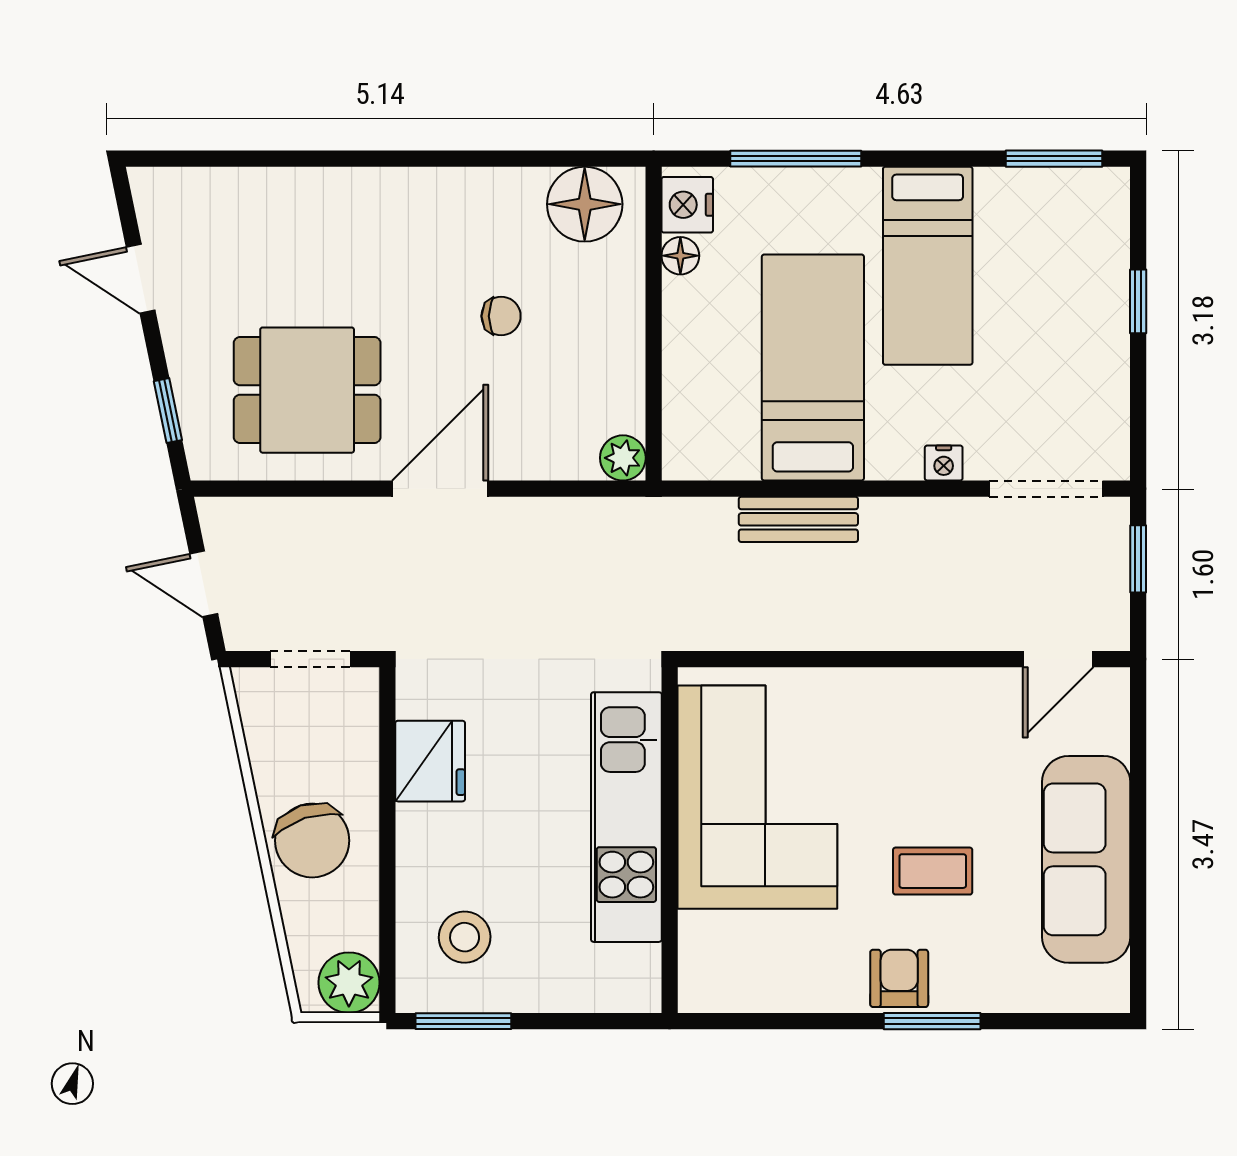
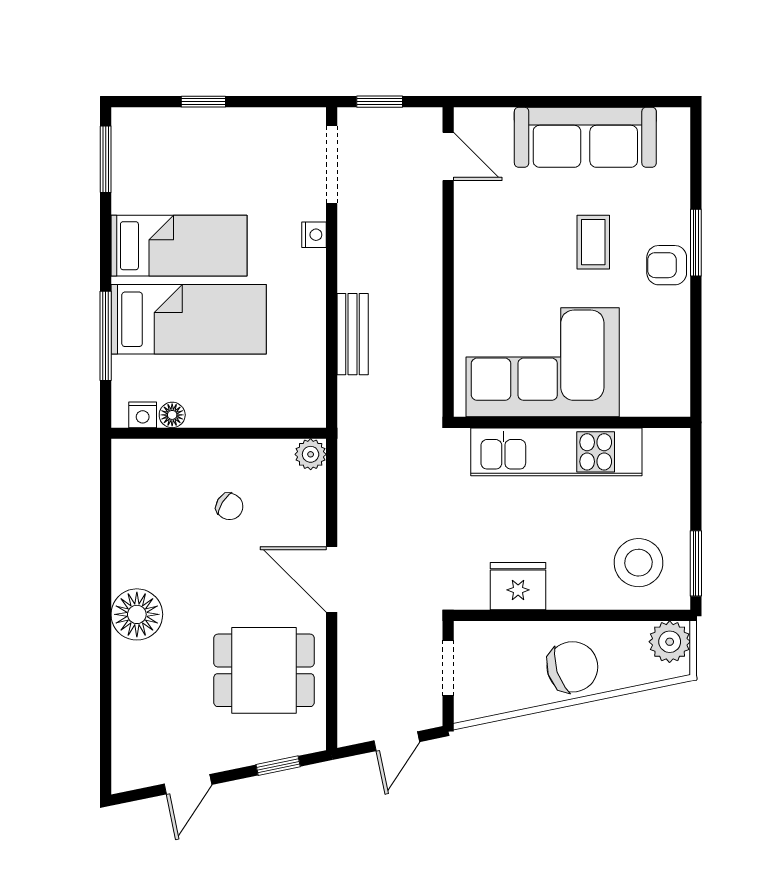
floor lamp: (585, 204) -> (137, 614), moved
nightstand: (687, 205) -> (143, 415), width x0.72, depth x0.74
chair: (501, 316) -> (229, 507), moved, turned 122
bed: (813, 367) -> (189, 319), moved, turned 180
dining table: (307, 390) -> (264, 670), turned 90
stool: (465, 937) -> (638, 563), width x1.38, depth x1.38

